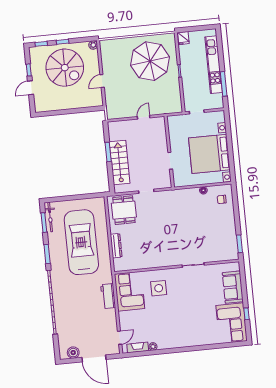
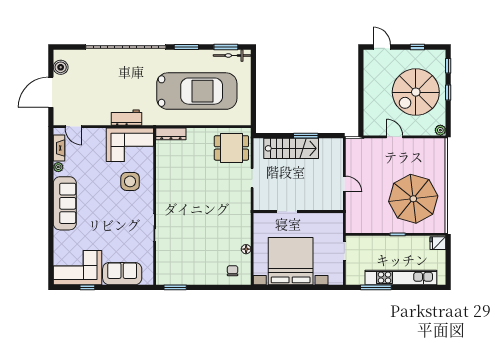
door: (30, 88) -> (382, 47), moved
dresser: (116, 246) -> (171, 134), moved
sofa: (181, 338) -> (65, 203), added

